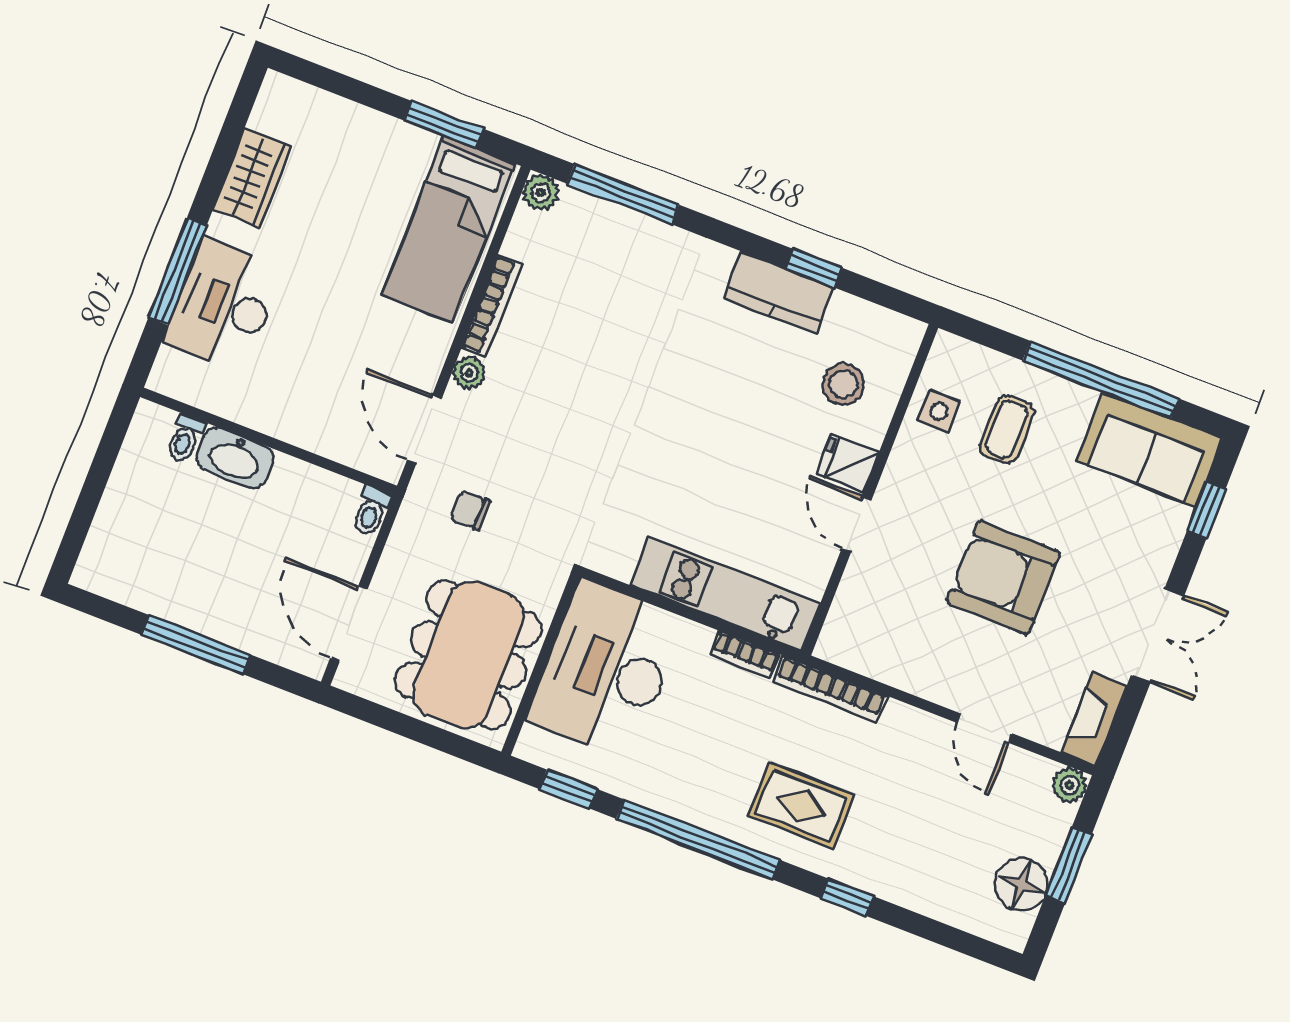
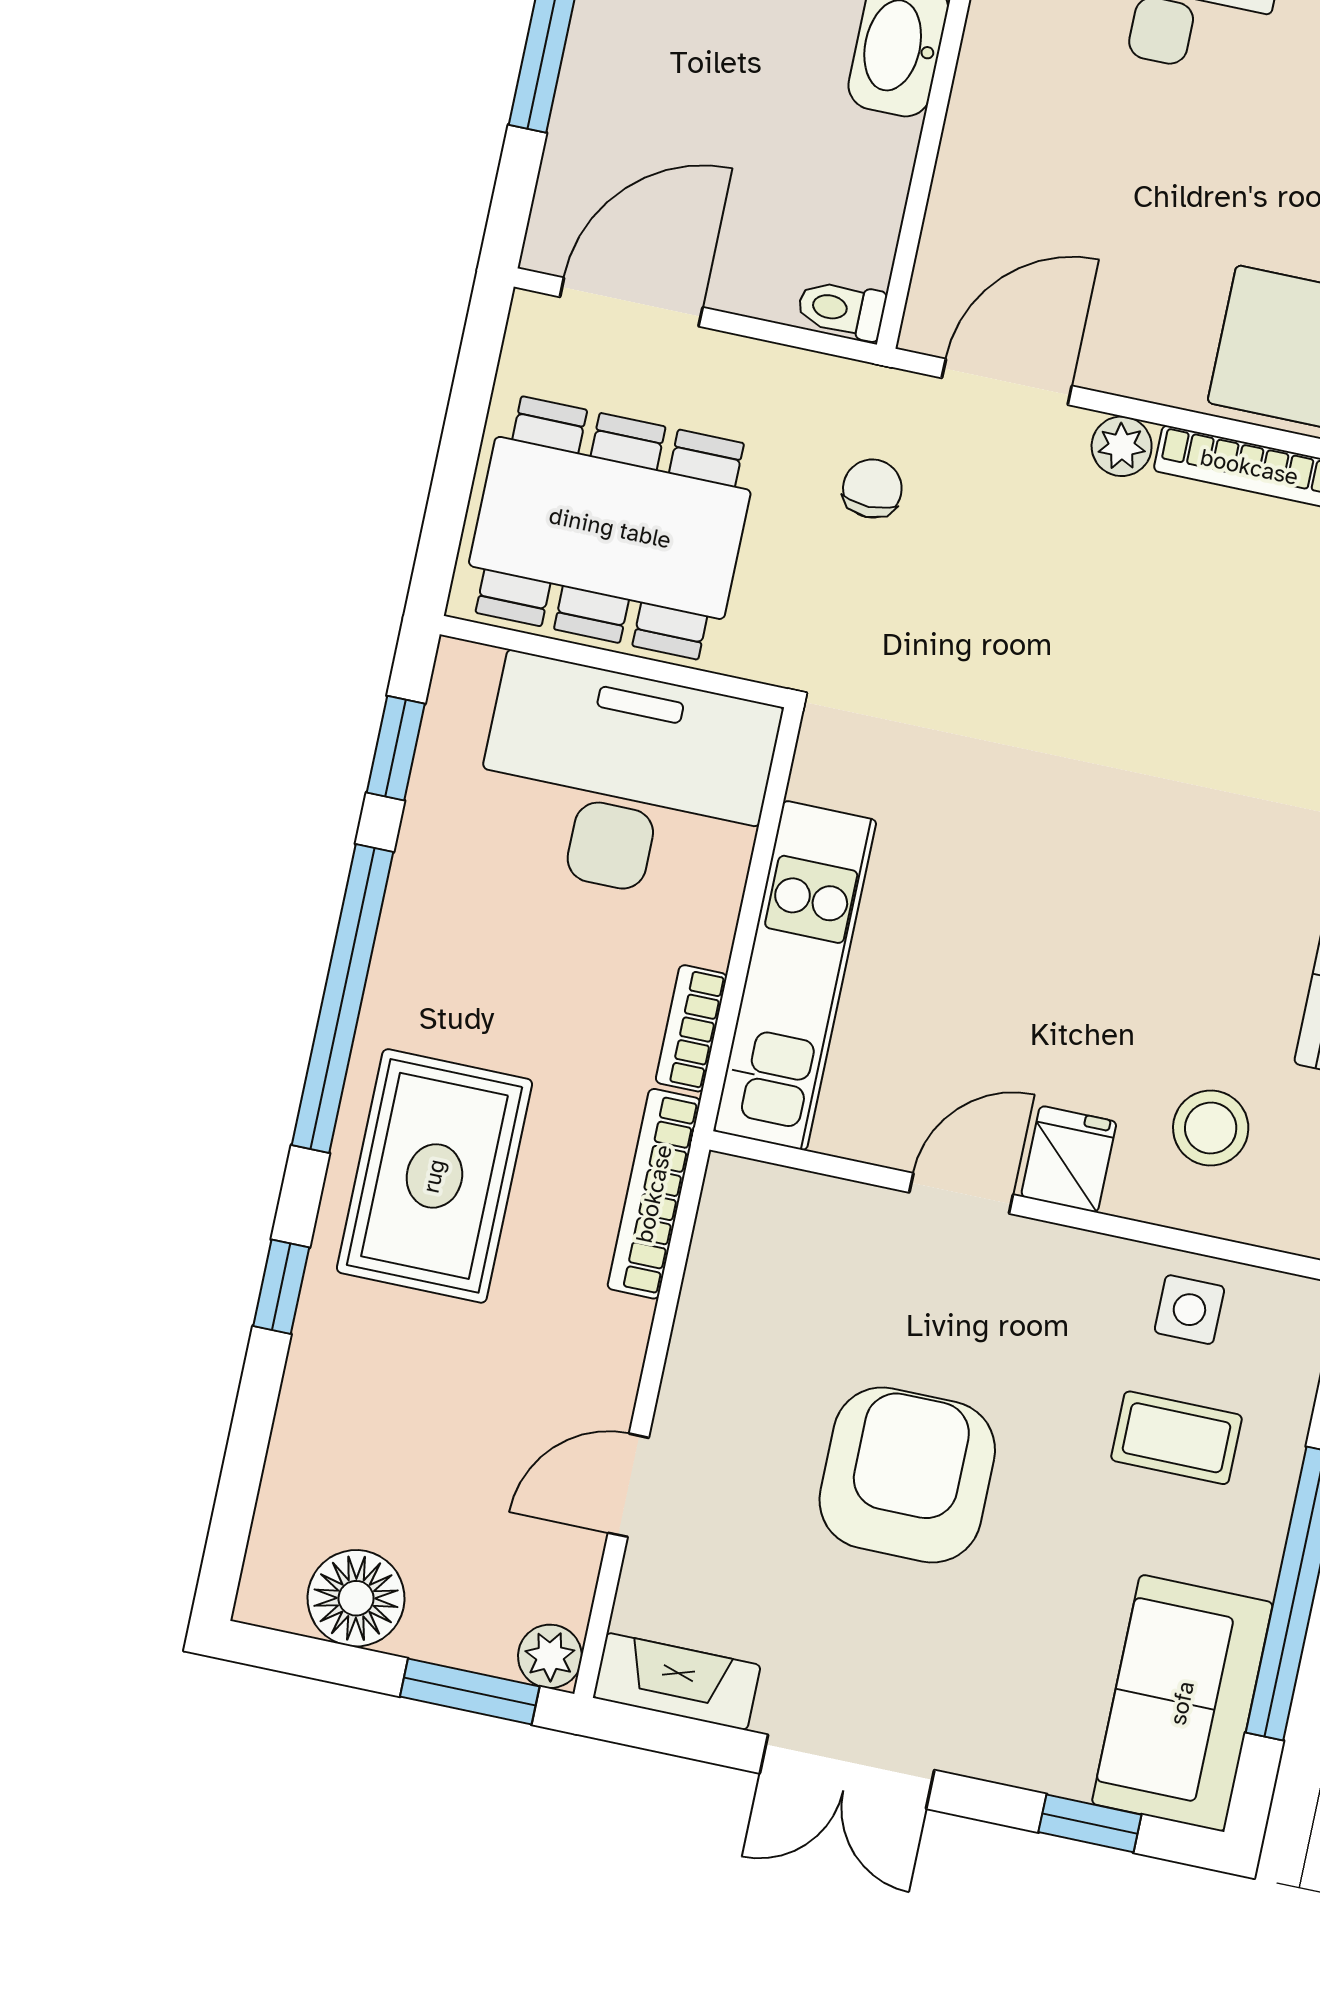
rug: (801, 805) -> (434, 1176), width x1.36, depth x1.43
window: (1068, 865) -> (470, 1692), moved

